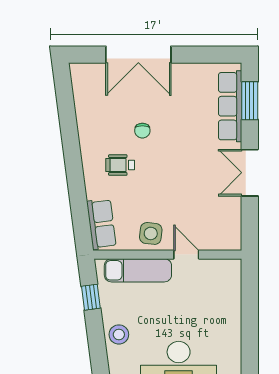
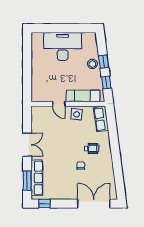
double door: (138, 55) -> (94, 204), moved
window: (215, 55) -> (45, 204), added
window: (96, 339) -> (104, 62), added

